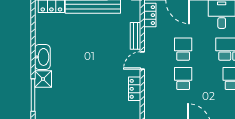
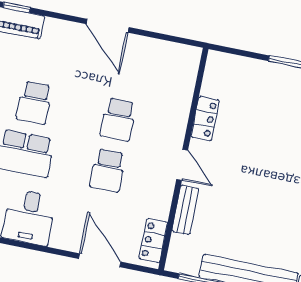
door: (142, 60) -> (182, 165), hinge flipped

